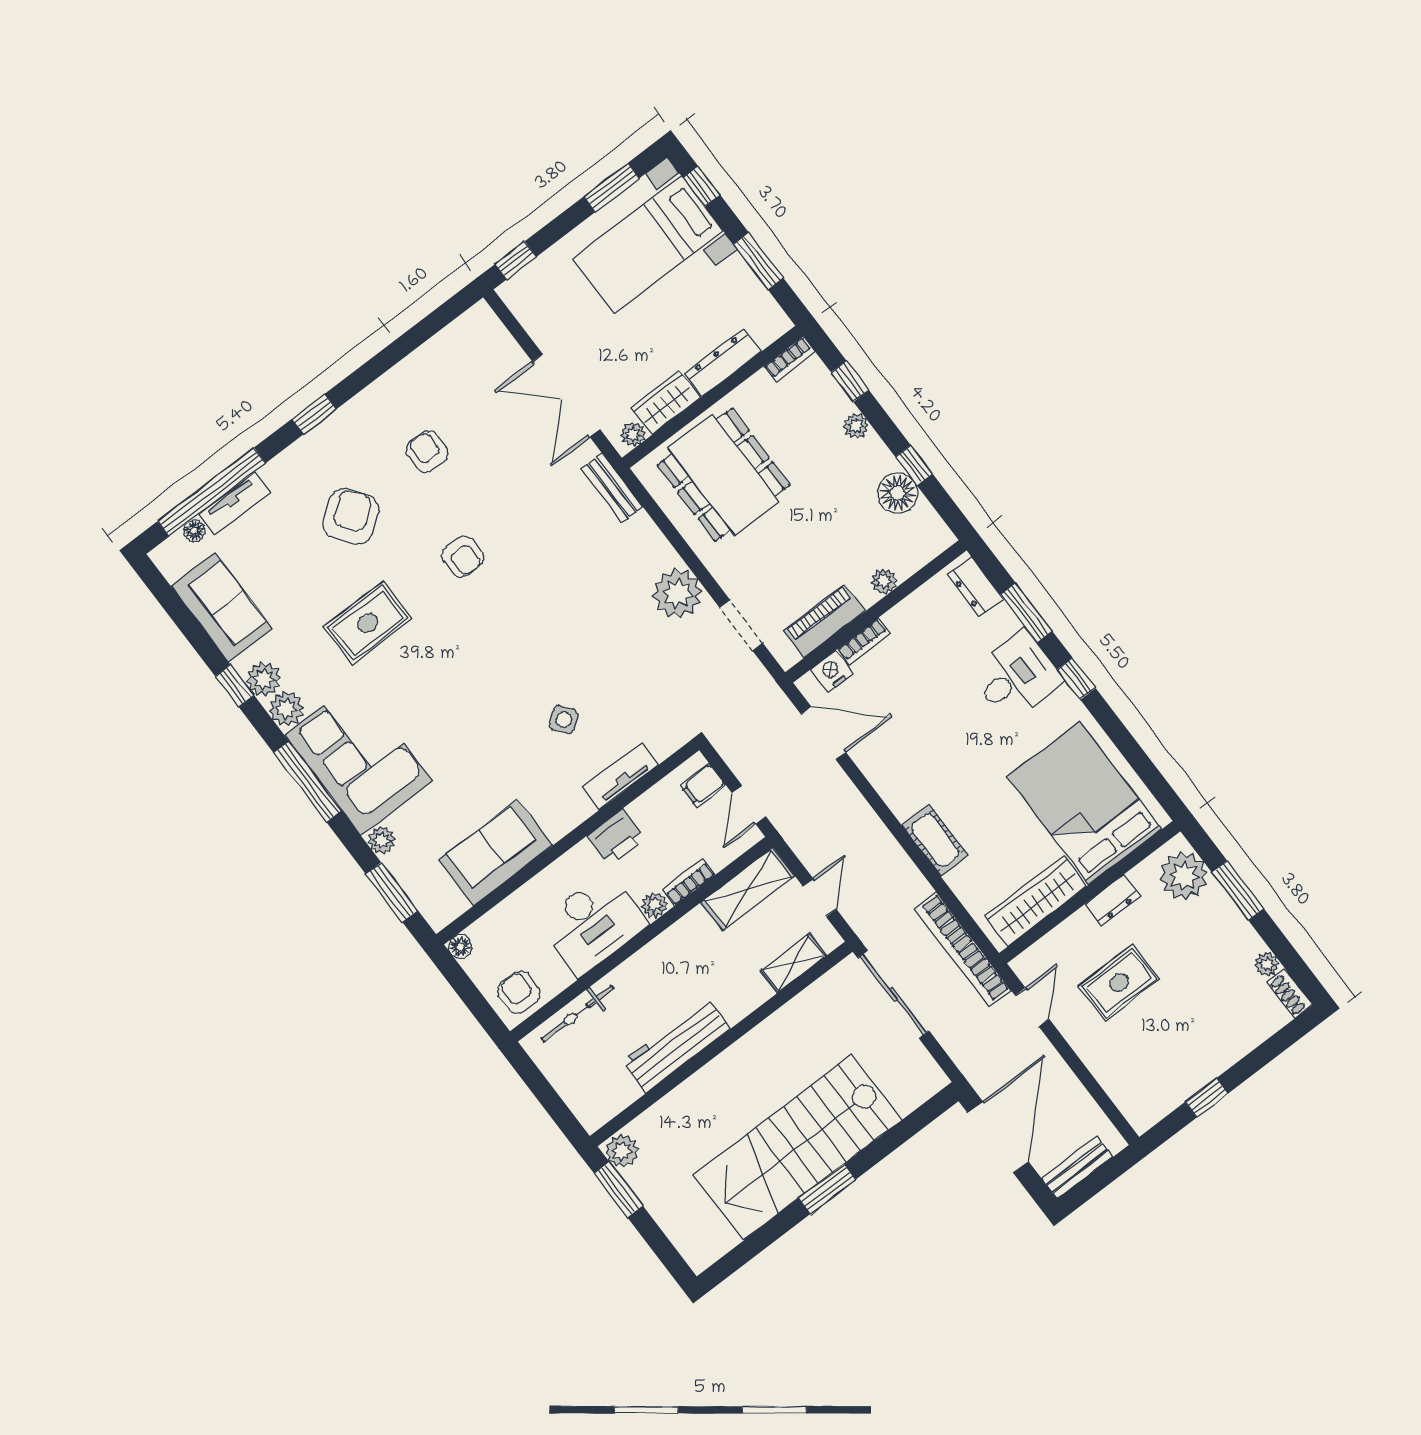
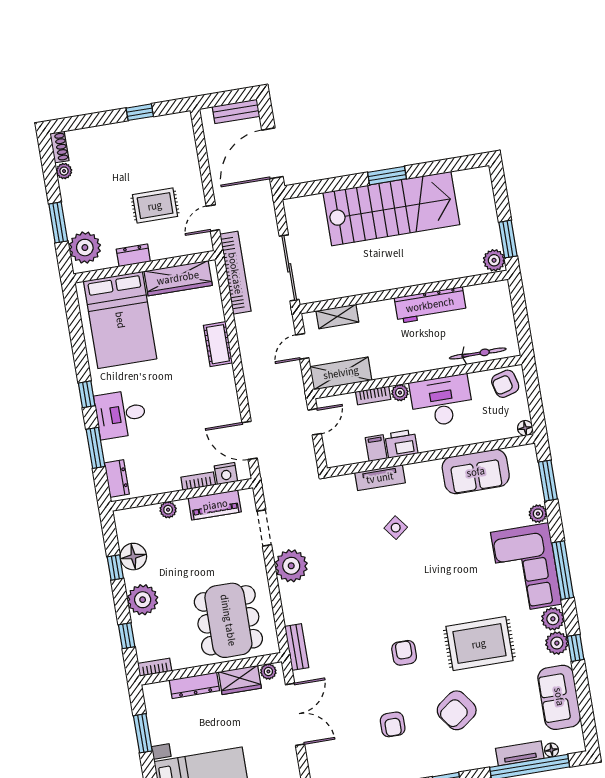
plant: (856, 426) -> (143, 600), width x1.88, depth x1.88
rug: (368, 623) -> (479, 644), width x1.36, depth x1.43
filing cabinet: (703, 785) -> (376, 448), moved, turned -90
armchair: (519, 992) -> (505, 384), turned 75

